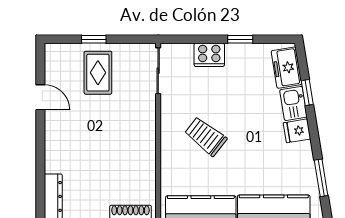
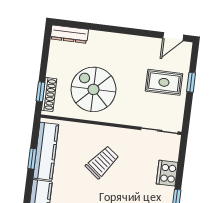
door: (40, 97) -> (173, 37), moved
spiral stairs: (118, 158) -> (93, 89), added

